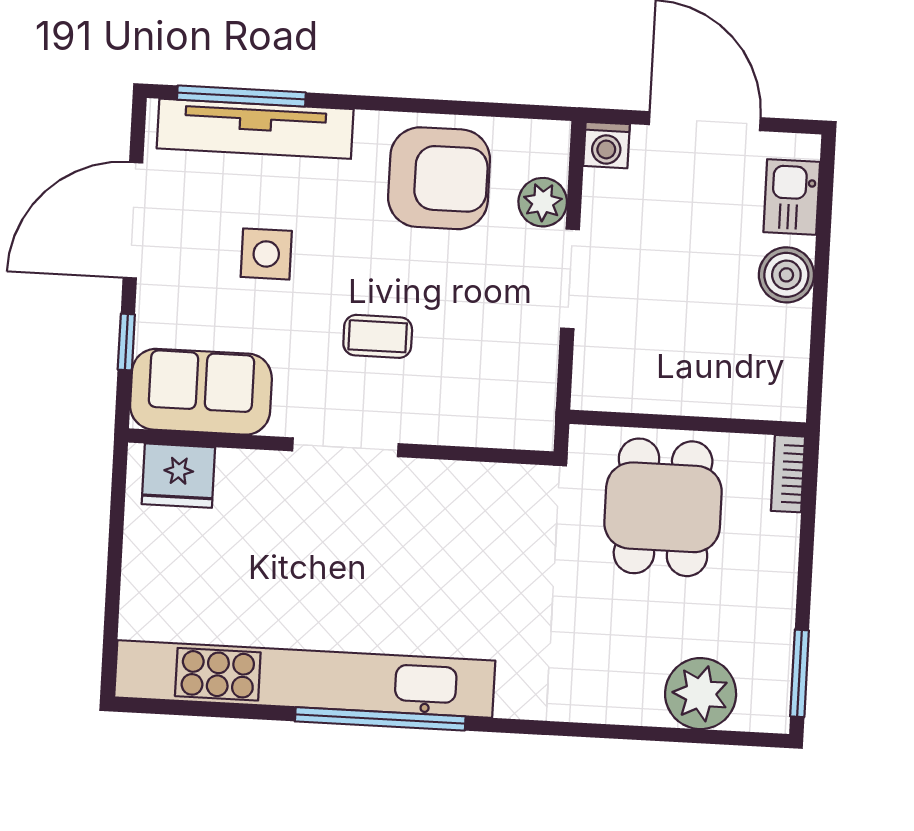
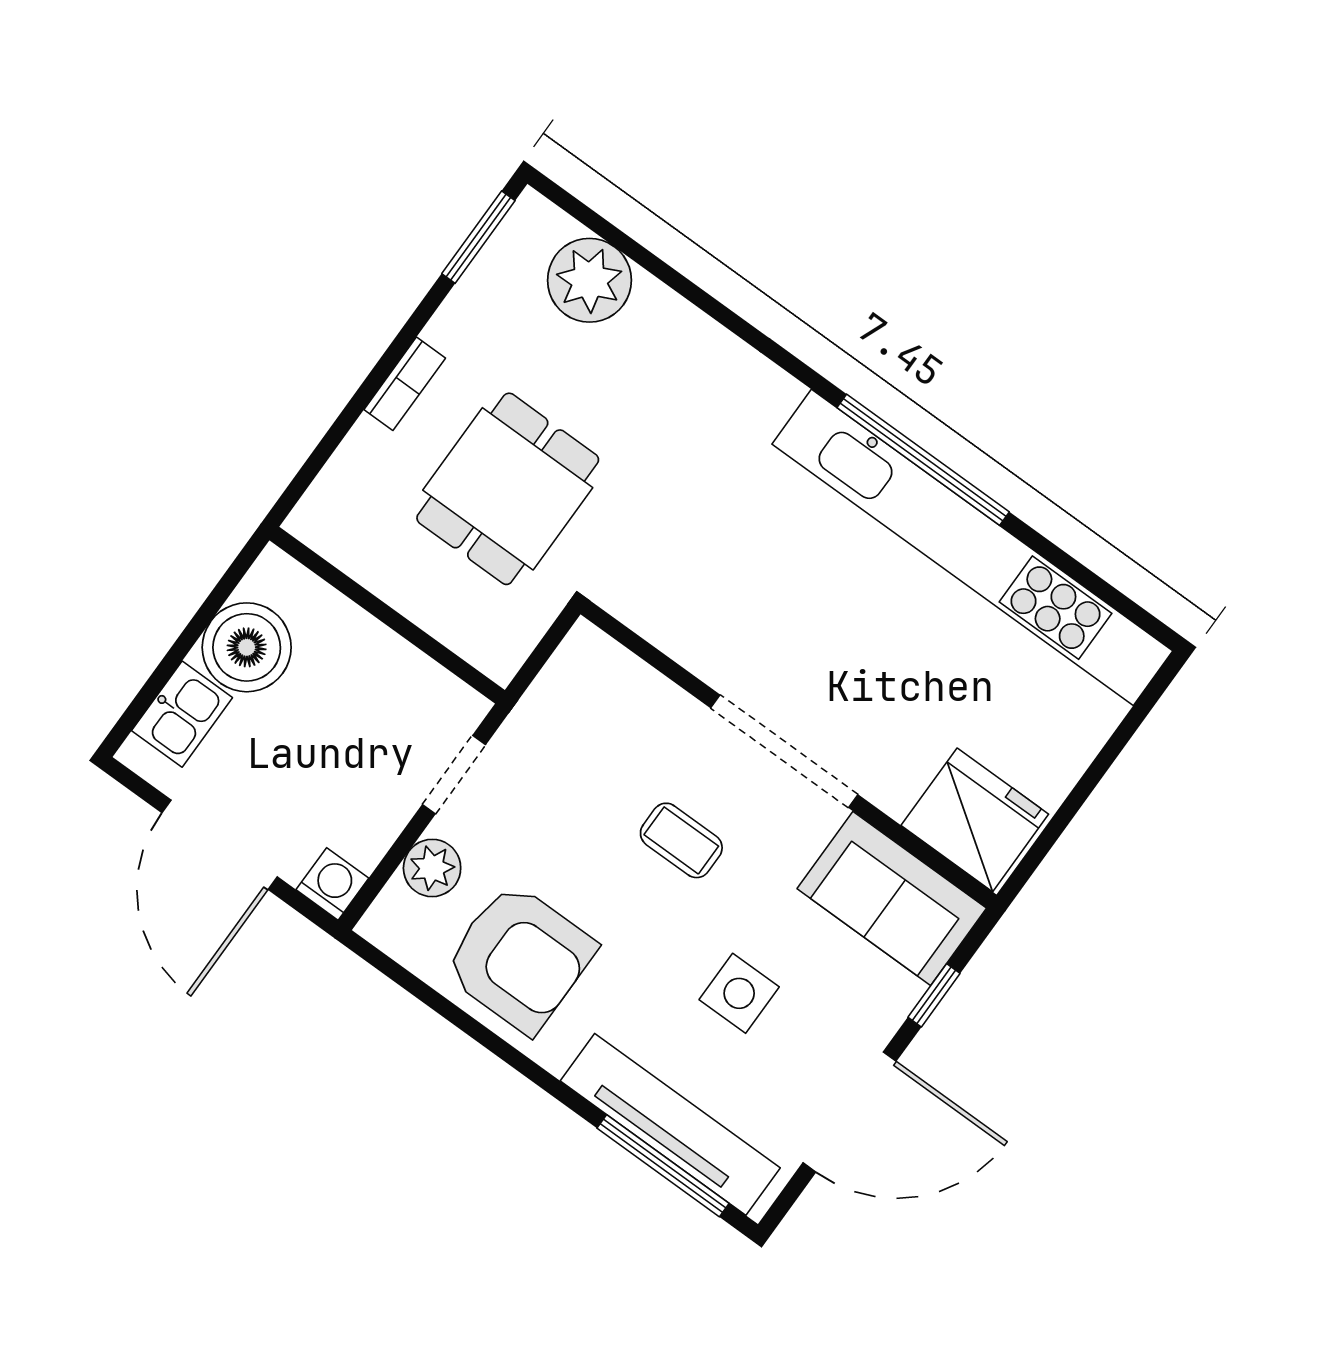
armchair: (439, 178) -> (520, 958), turned 180
boiler: (786, 275) -> (247, 647), width x1.37, depth x1.37
doorway: (570, 279) -> (454, 775), width x0.73
wall: (688, 423) -> (387, 615), moved
doorway: (345, 447) -> (784, 751), width x1.36
bookcase: (788, 474) -> (405, 384), moved
fridge: (178, 476) -> (975, 820), width x1.36, depth x1.34

